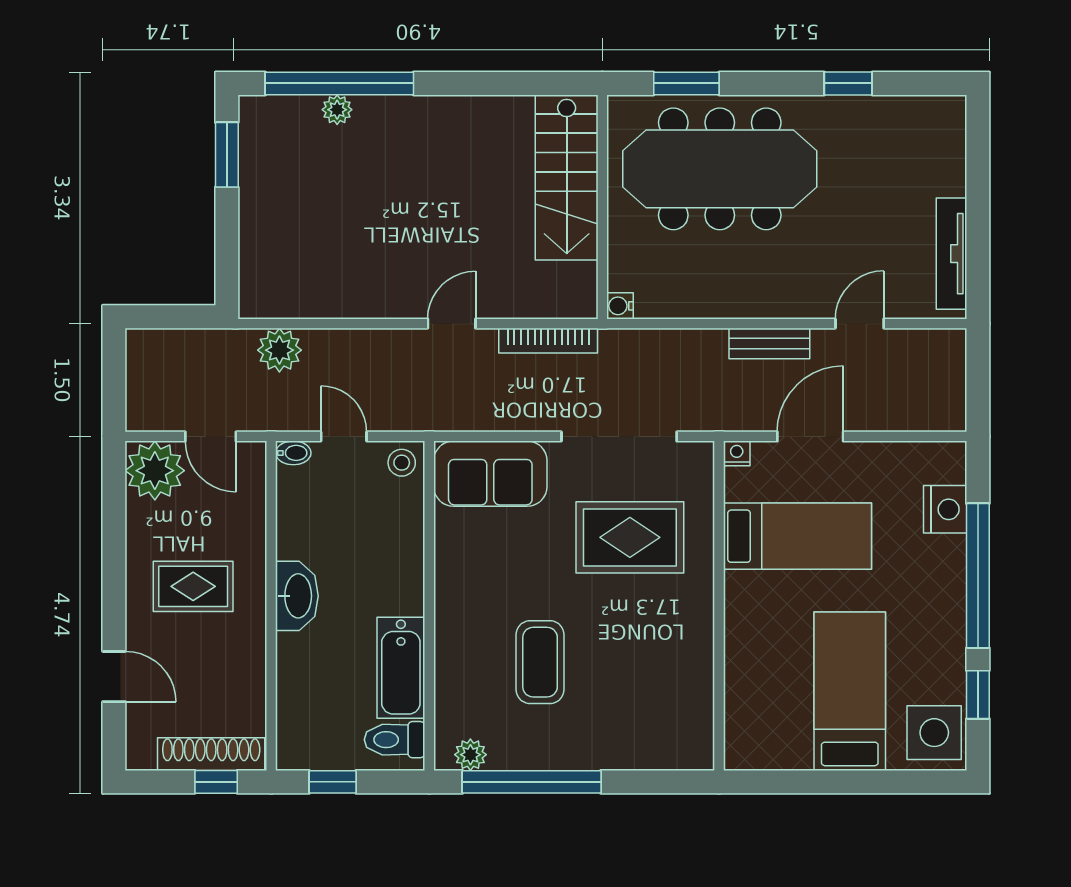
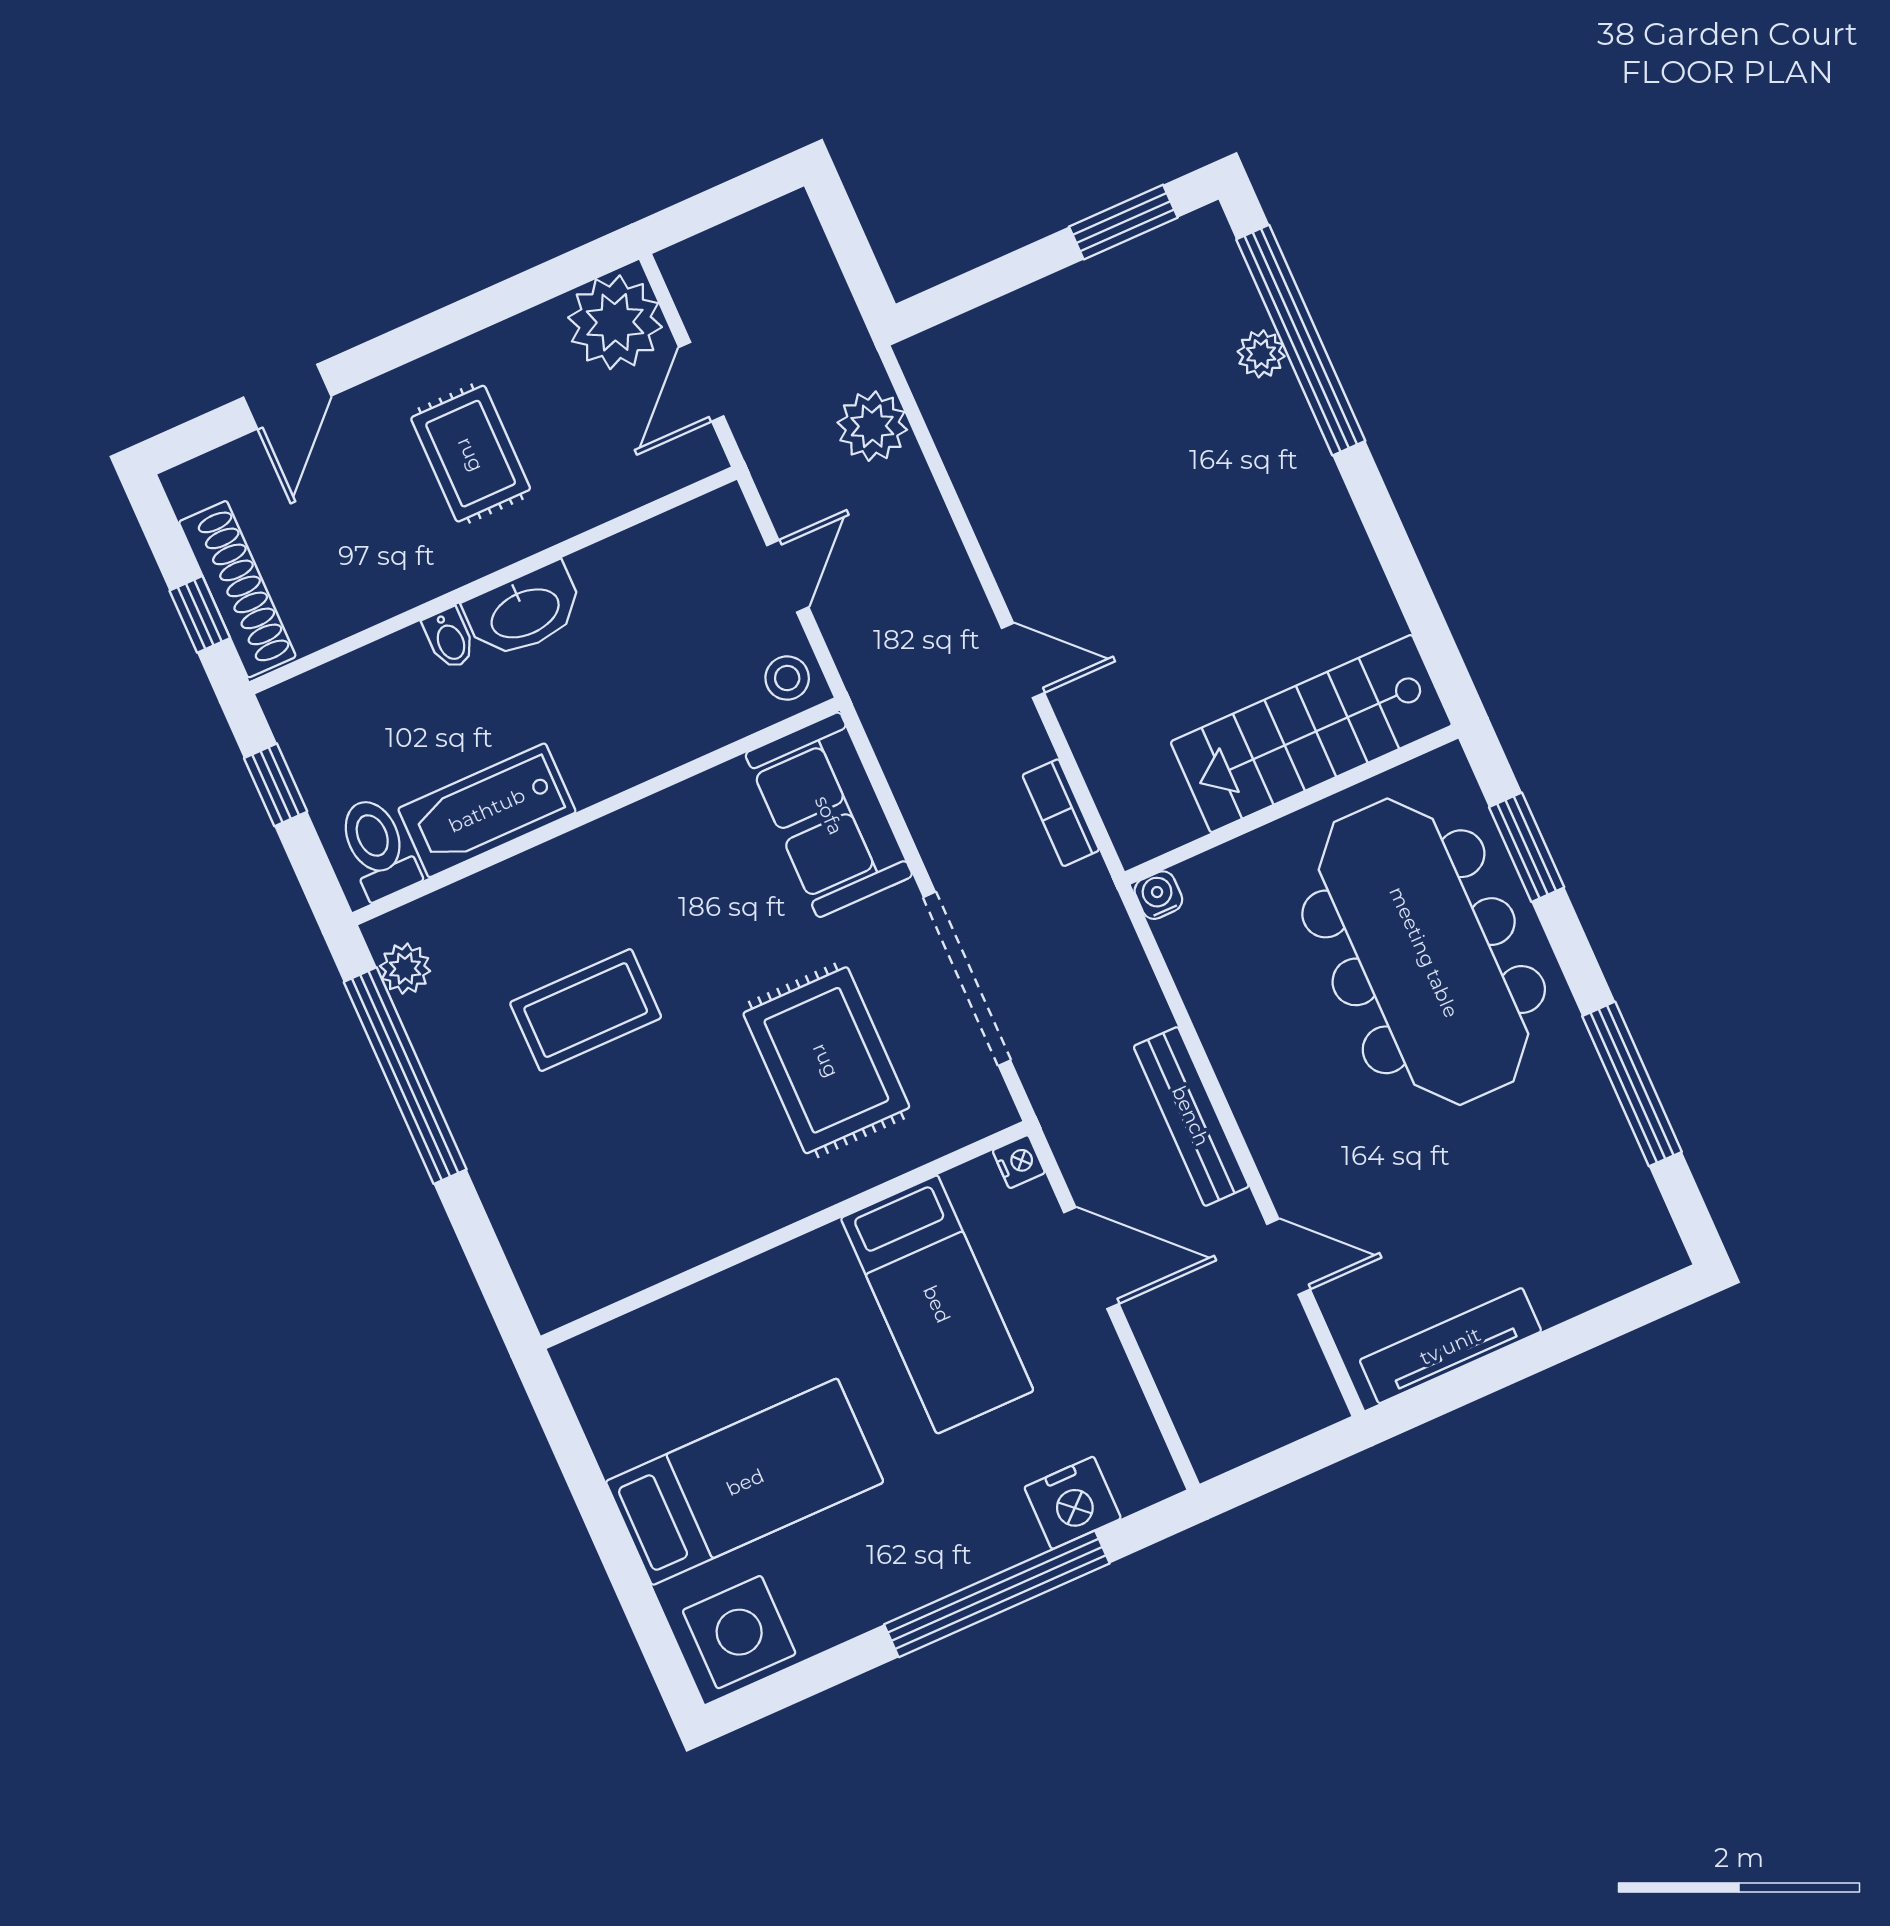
window: (848, 83) -> (1632, 1084), width x2.17
bookcase: (548, 341) -> (1061, 813), width x0.64
bench: (769, 343) -> (1191, 1116), width x1.36
bidet: (293, 453) -> (449, 639), moved
window: (978, 695) -> (823, 1671), removed

